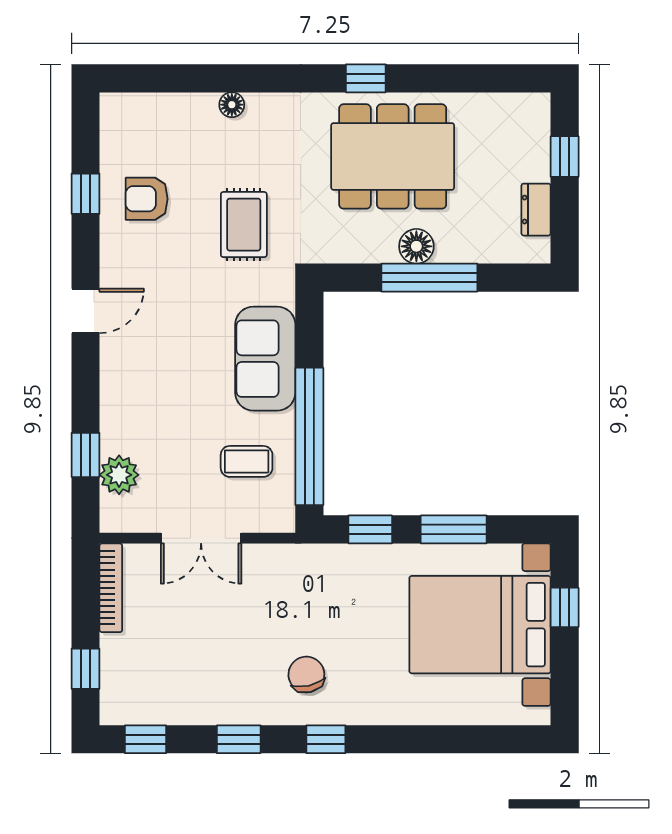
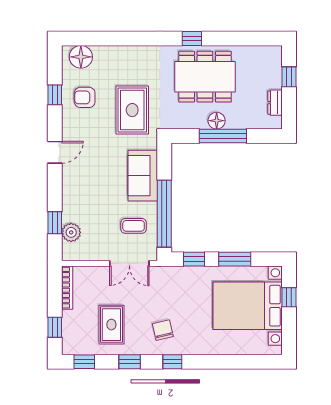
floor lamp: (232, 105) -> (81, 57), moved, width x1.89, depth x1.89
rug: (244, 225) -> (132, 110), width x1.36, depth x1.43
double door: (201, 538) -> (129, 263), moved
rug: (201, 663) -> (111, 325), added

